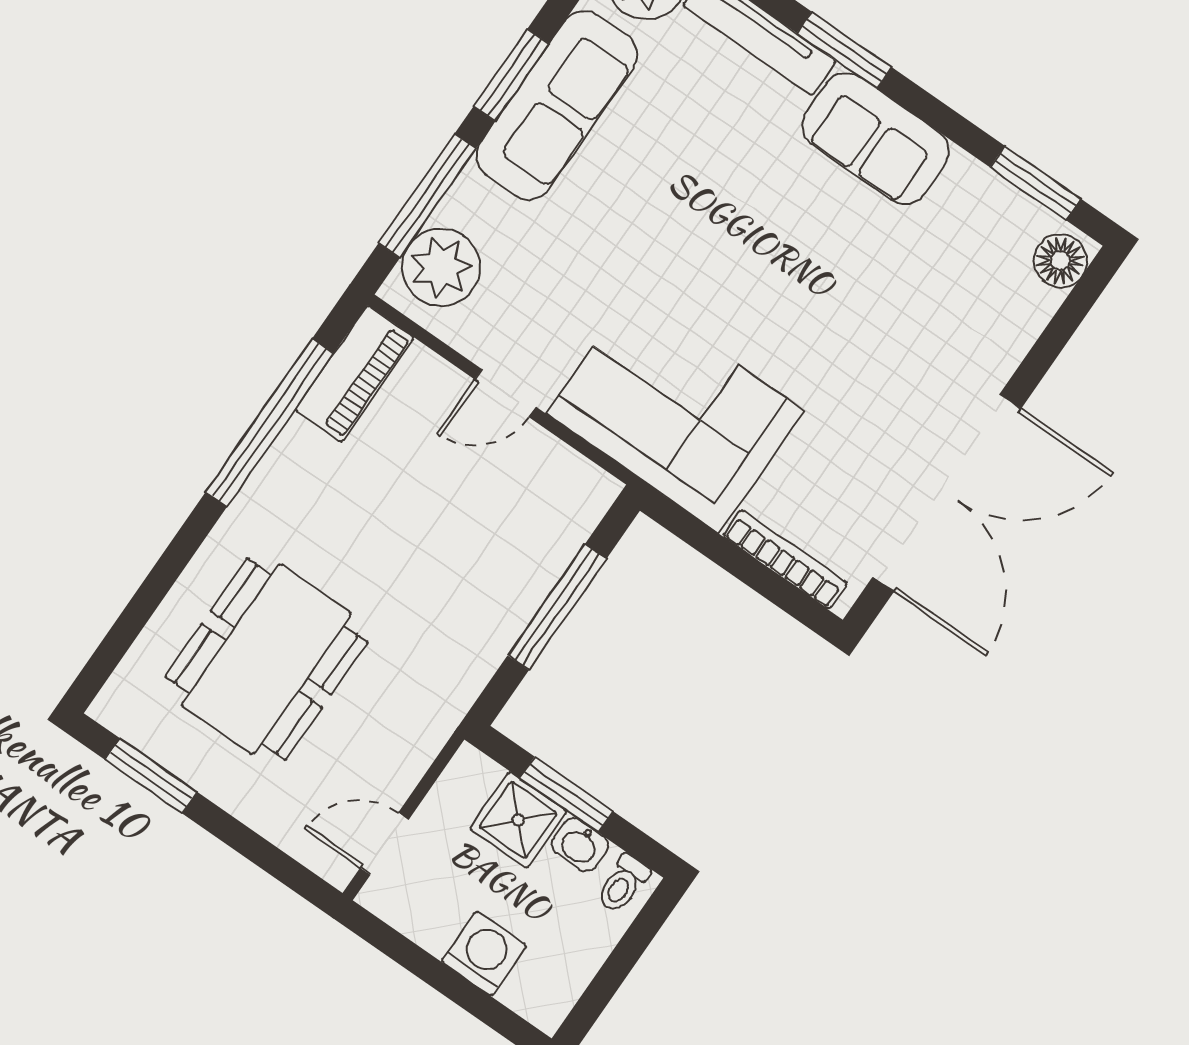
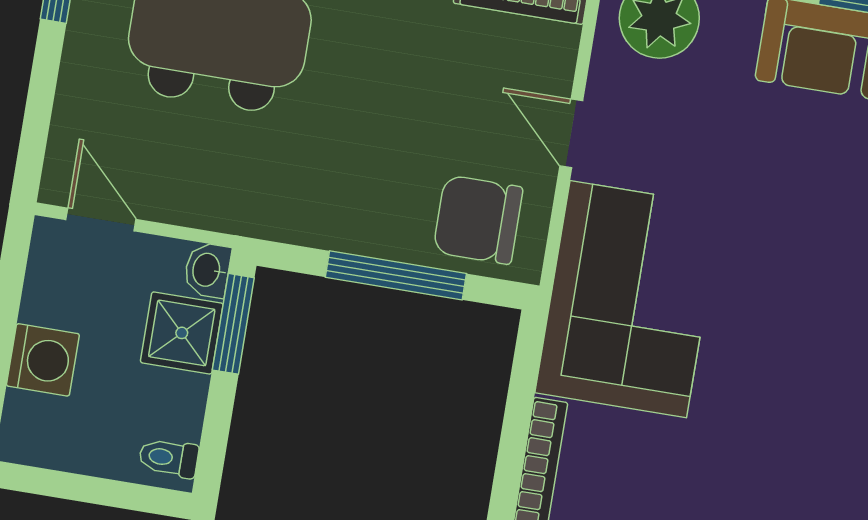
chair: (542, 511) -> (478, 220), added
window: (566, 795) -> (233, 324), moved
washbasin: (580, 845) -> (207, 270), moved

